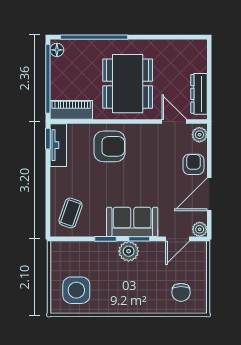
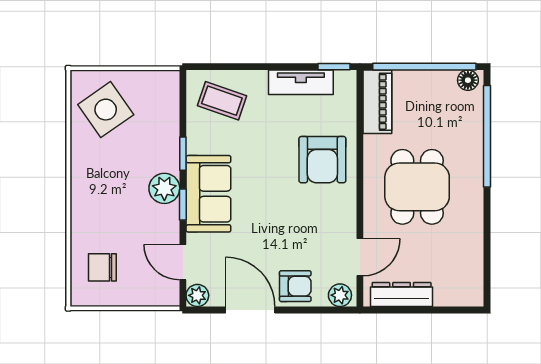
dining table: (128, 84) -> (417, 187), width x0.73
tv unit: (58, 145) -> (301, 82), moved
side table: (76, 290) -> (106, 110), turned -35

